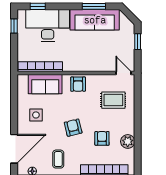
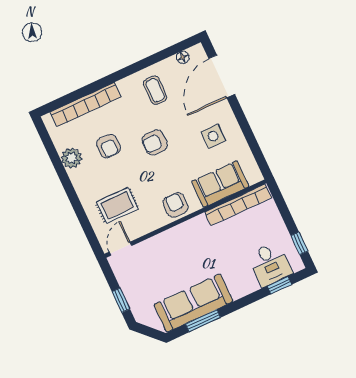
desk: (48, 26) -> (270, 264), width x0.53, depth x0.77
door: (124, 73) -> (120, 249), swing flipped
armchair: (73, 128) -> (155, 142), turned 104

